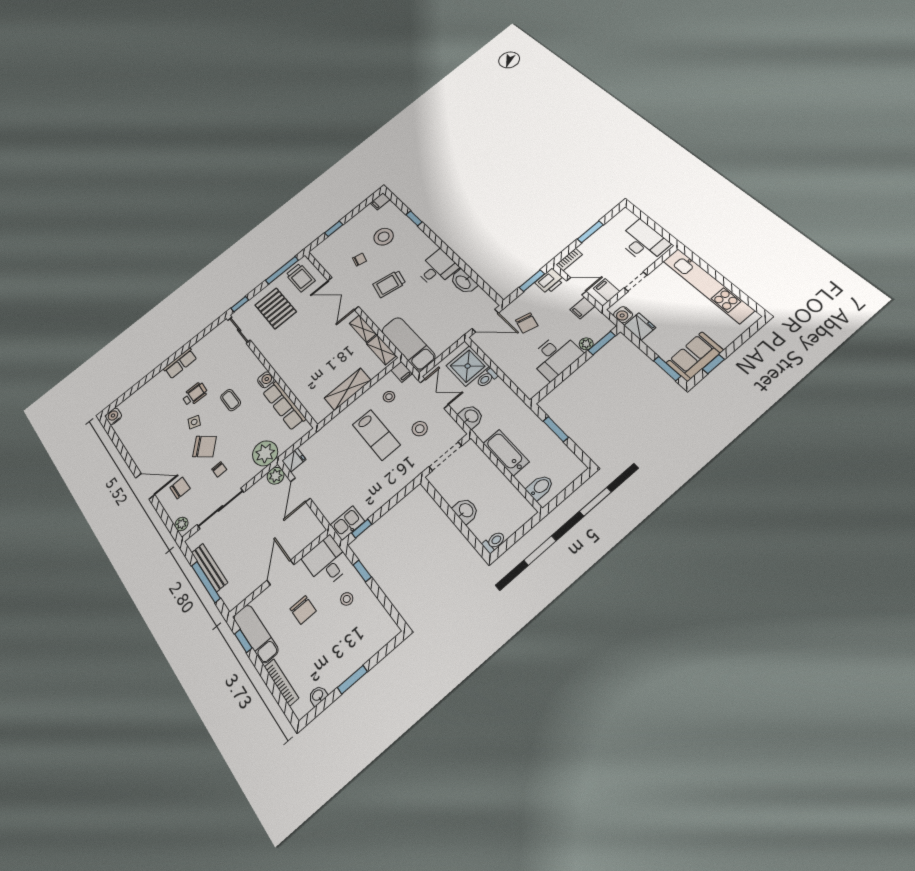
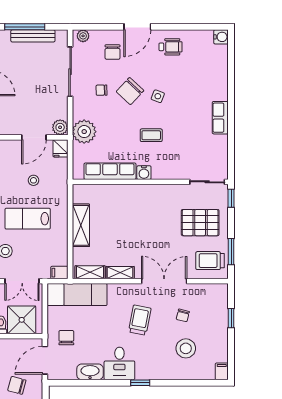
window: (414, 218) -> (140, 383), moved
window: (282, 270) -> (231, 252), width x0.69
chair: (452, 321) -> (66, 338), added
wheelchair: (195, 394) -> (170, 47), moved, turned -92
stool: (389, 397) -> (33, 180), moved
door: (300, 490) -> (34, 137), swing flipped

